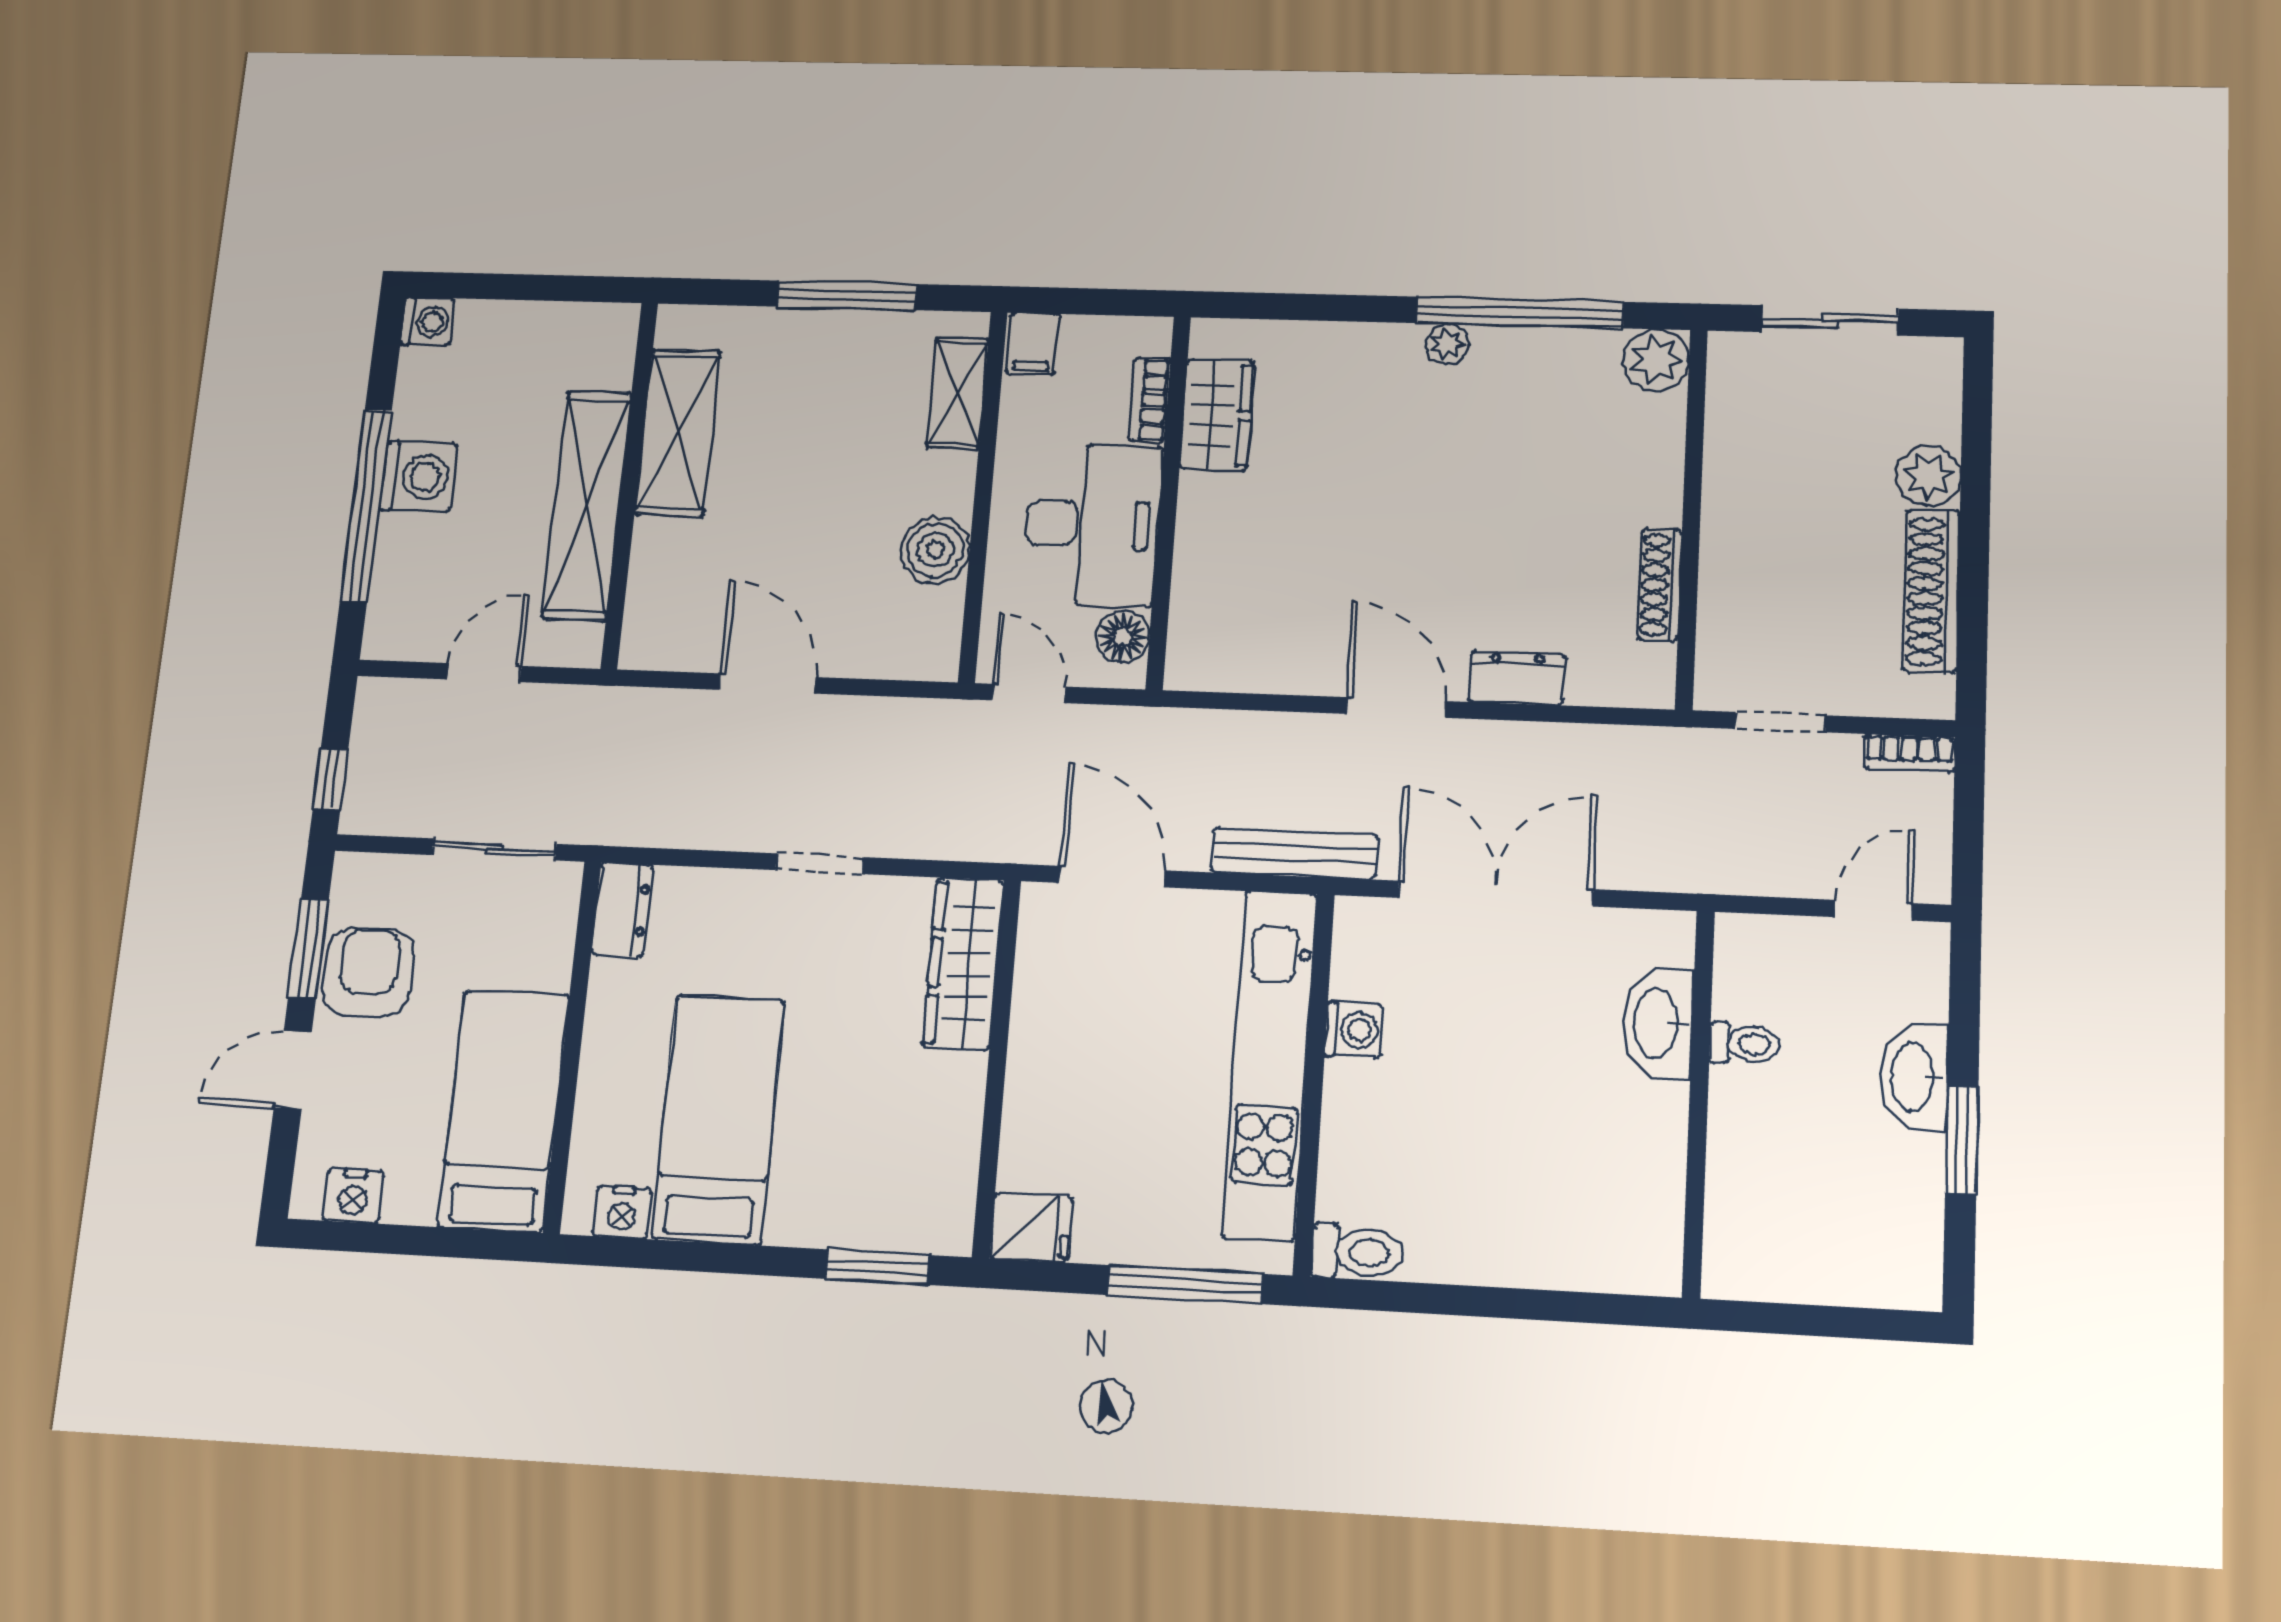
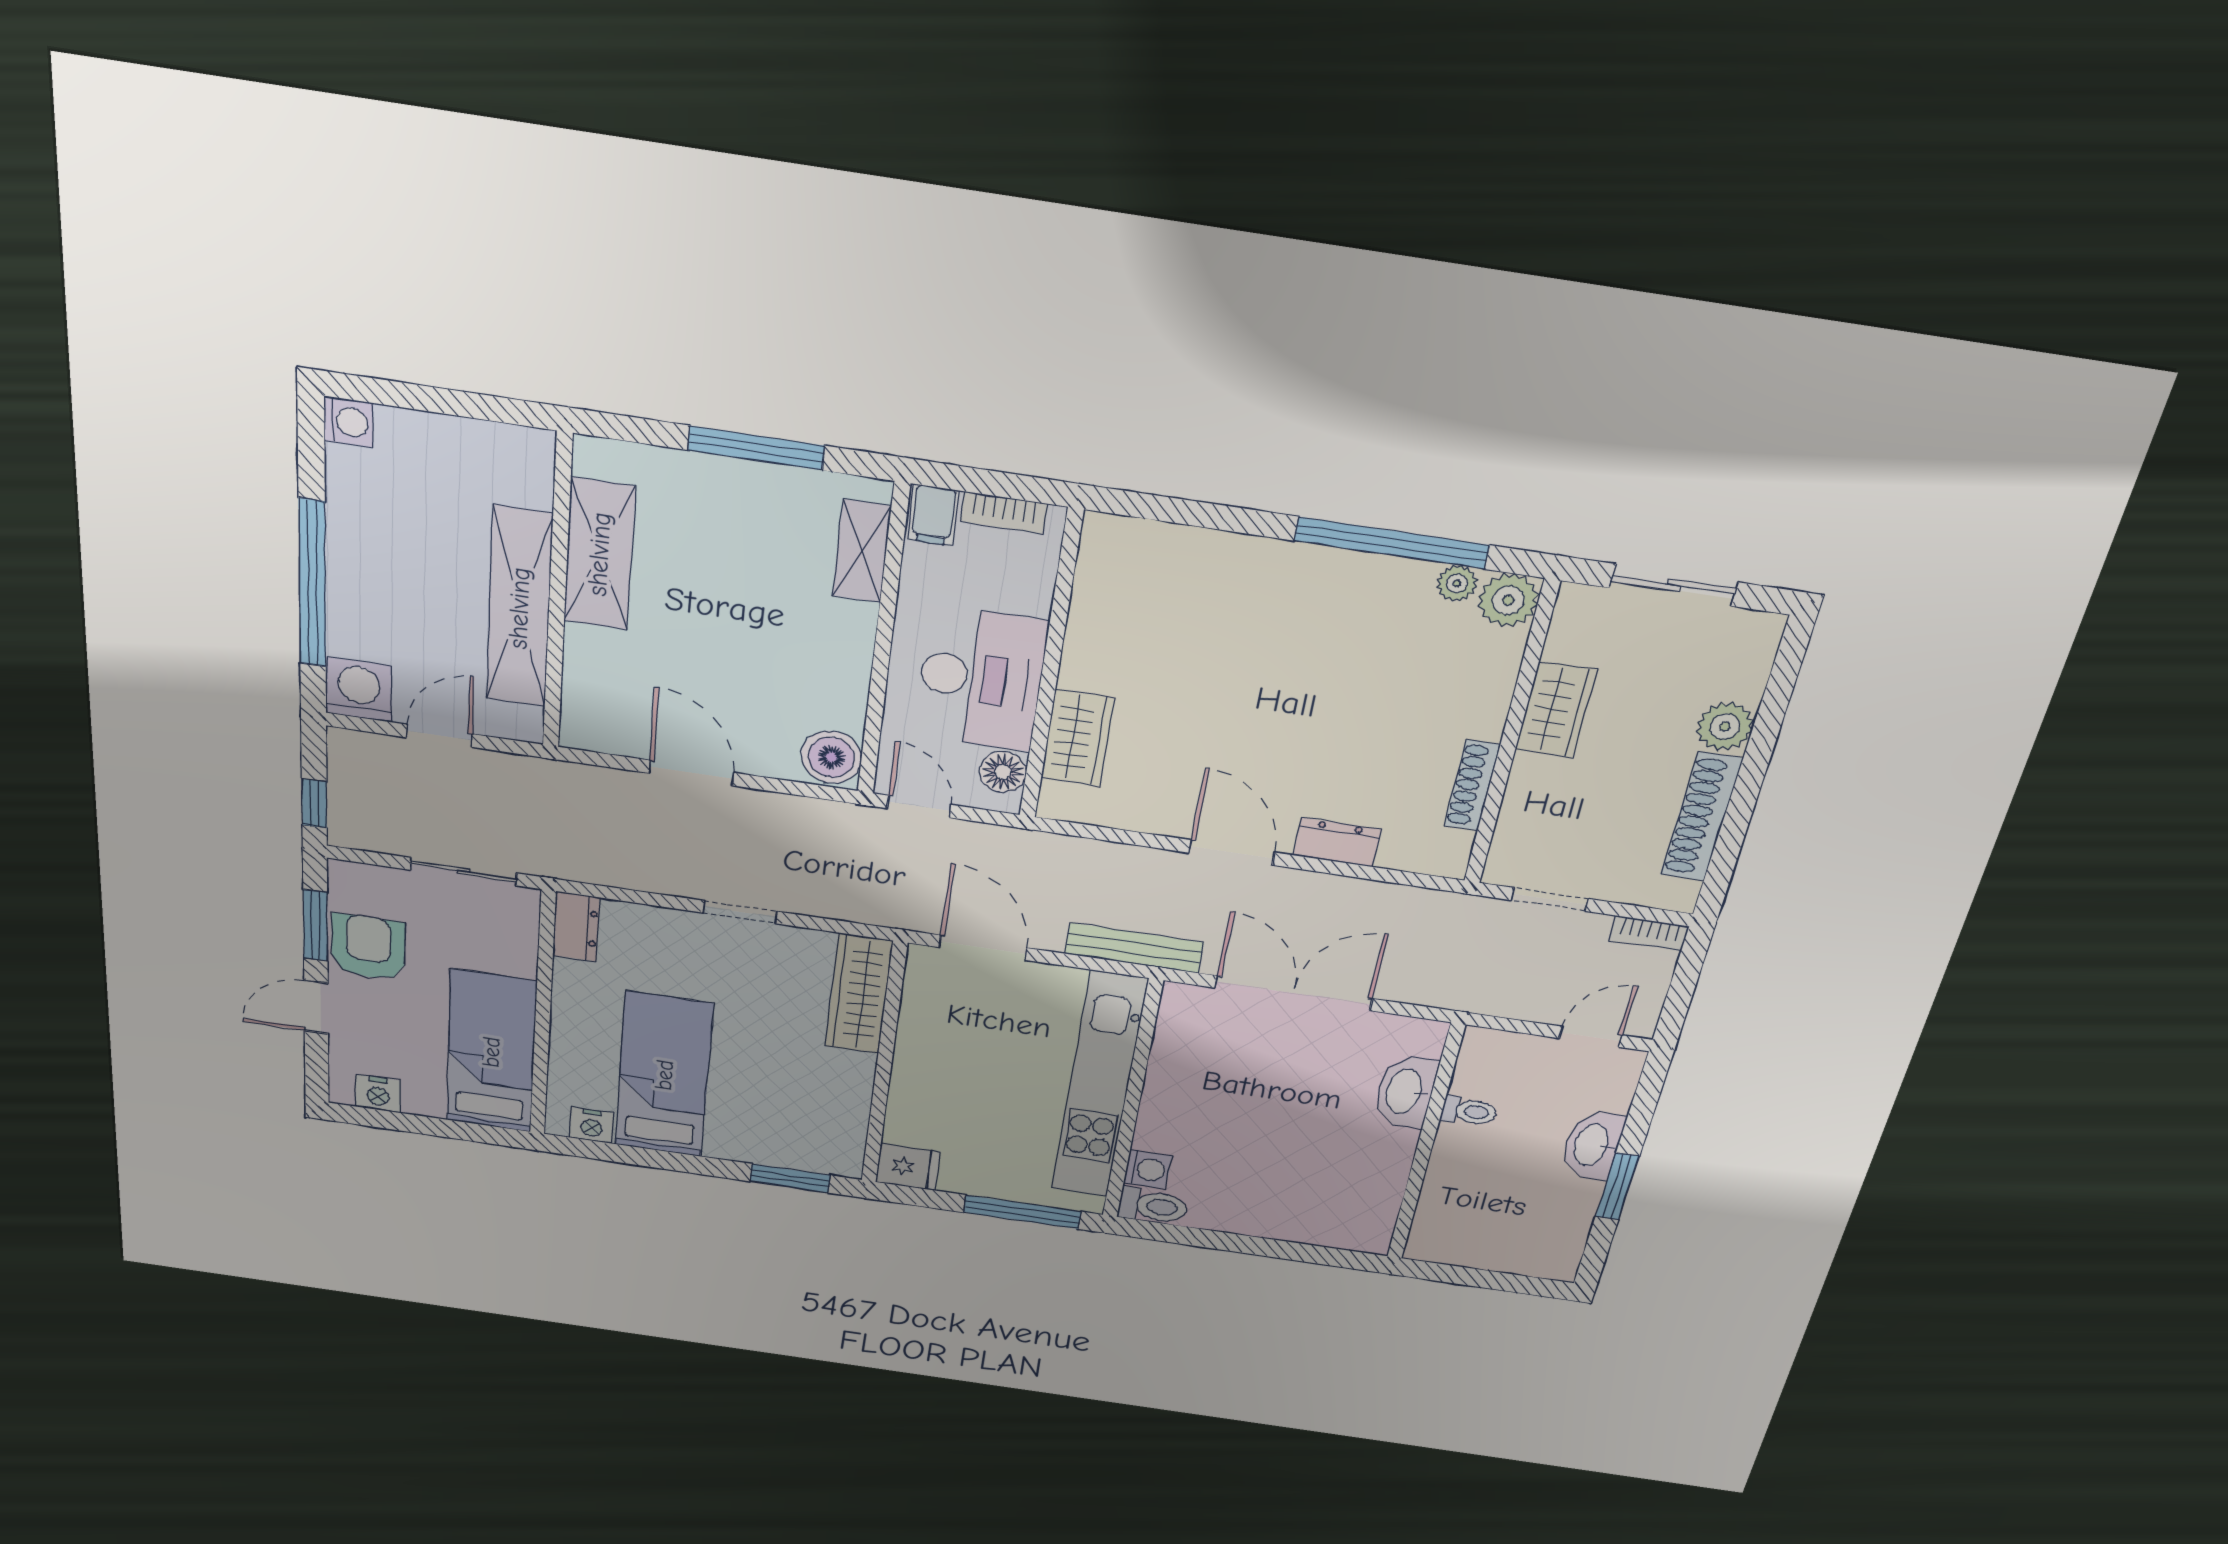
plant: (1448, 344) -> (1457, 583), moved
bookcase: (1150, 399) -> (1004, 513), moved, turned -90
wardrobe: (1217, 415) -> (1078, 738), moved
washing machine: (418, 477) -> (359, 689), moved, turned -90
wardrobe: (1735, 480) -> (1556, 710), added
boiler: (935, 550) -> (831, 757), moved
washing machine: (1354, 1030) -> (1148, 1169), moved

